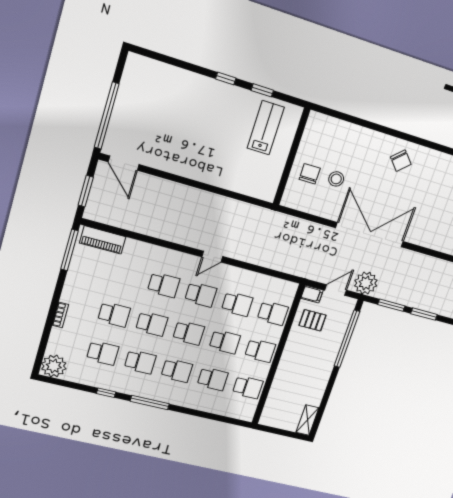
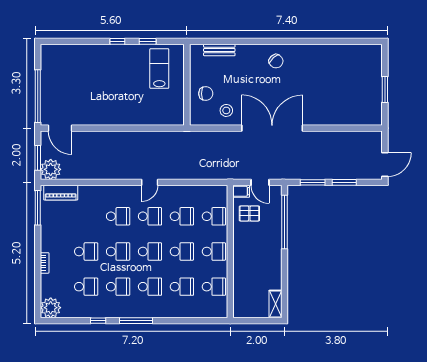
bench: (342, 128) -> (219, 50), added
chair: (310, 174) -> (206, 94), turned 90
stool: (336, 179) -> (226, 110), moved
plant: (366, 283) -> (51, 169), moved
door: (336, 290) -> (260, 182), swing flipped

